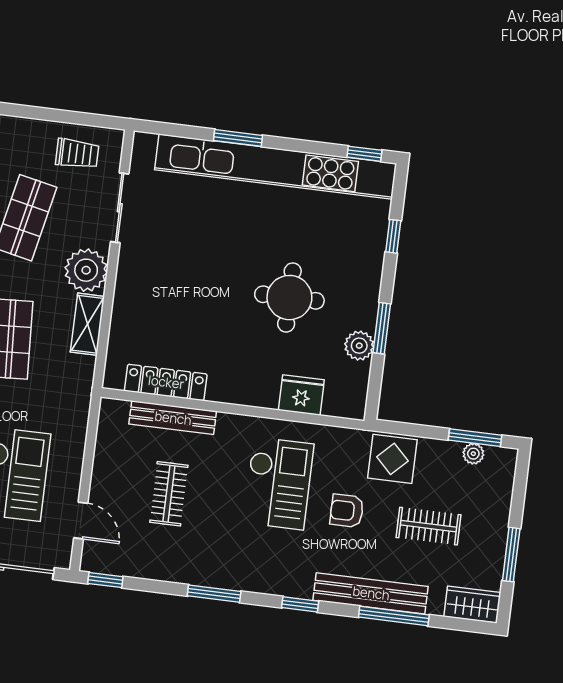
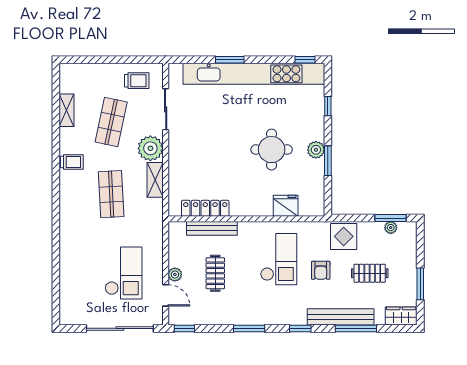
plant: (359, 346) -> (316, 150), moved
plant: (101, 487) -> (175, 274), added
armchair: (347, 511) -> (321, 270), turned -90

